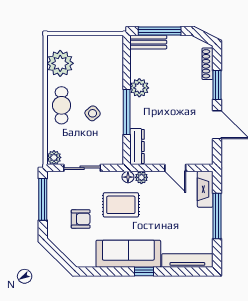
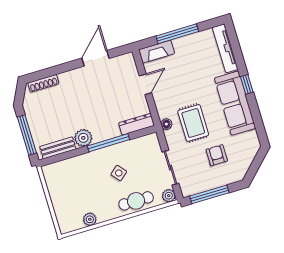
bench: (148, 42) -> (58, 148), moved, turned 90
plant: (60, 63) -> (90, 219), width x0.53, depth x0.53
window: (217, 85) -> (60, 69), removed
cafe table: (62, 105) -> (136, 201), moved
plant: (141, 177) -> (163, 112), removed

